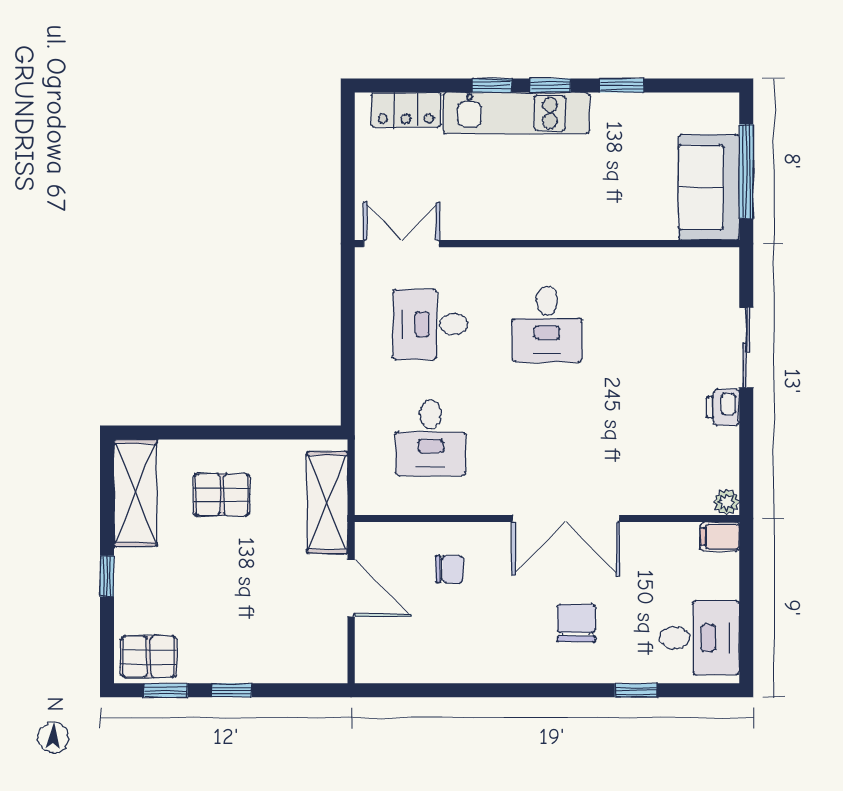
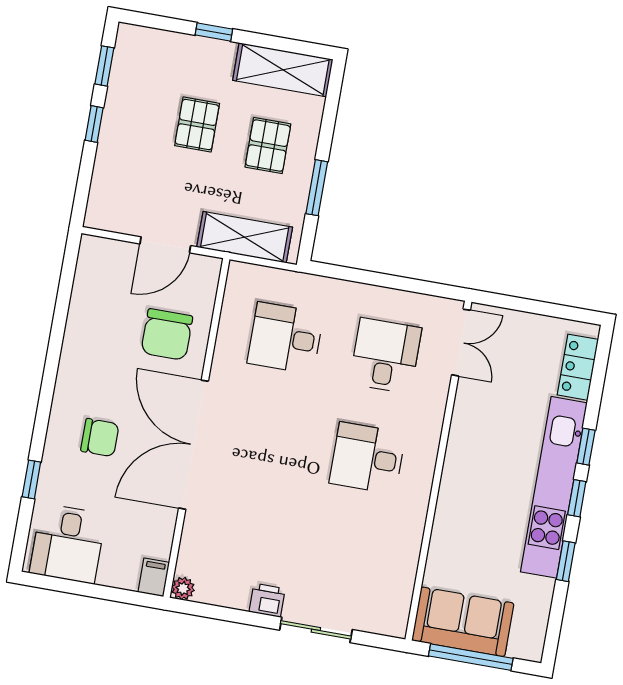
kitchen unit: (516, 113) -> (554, 487), width x1.36
window: (259, 433) -> (317, 188), added
double door: (566, 518) -> (193, 445), width x1.36
chair: (450, 569) -> (167, 334), width x1.87, depth x1.87
pallet: (149, 657) -> (197, 125), moved

